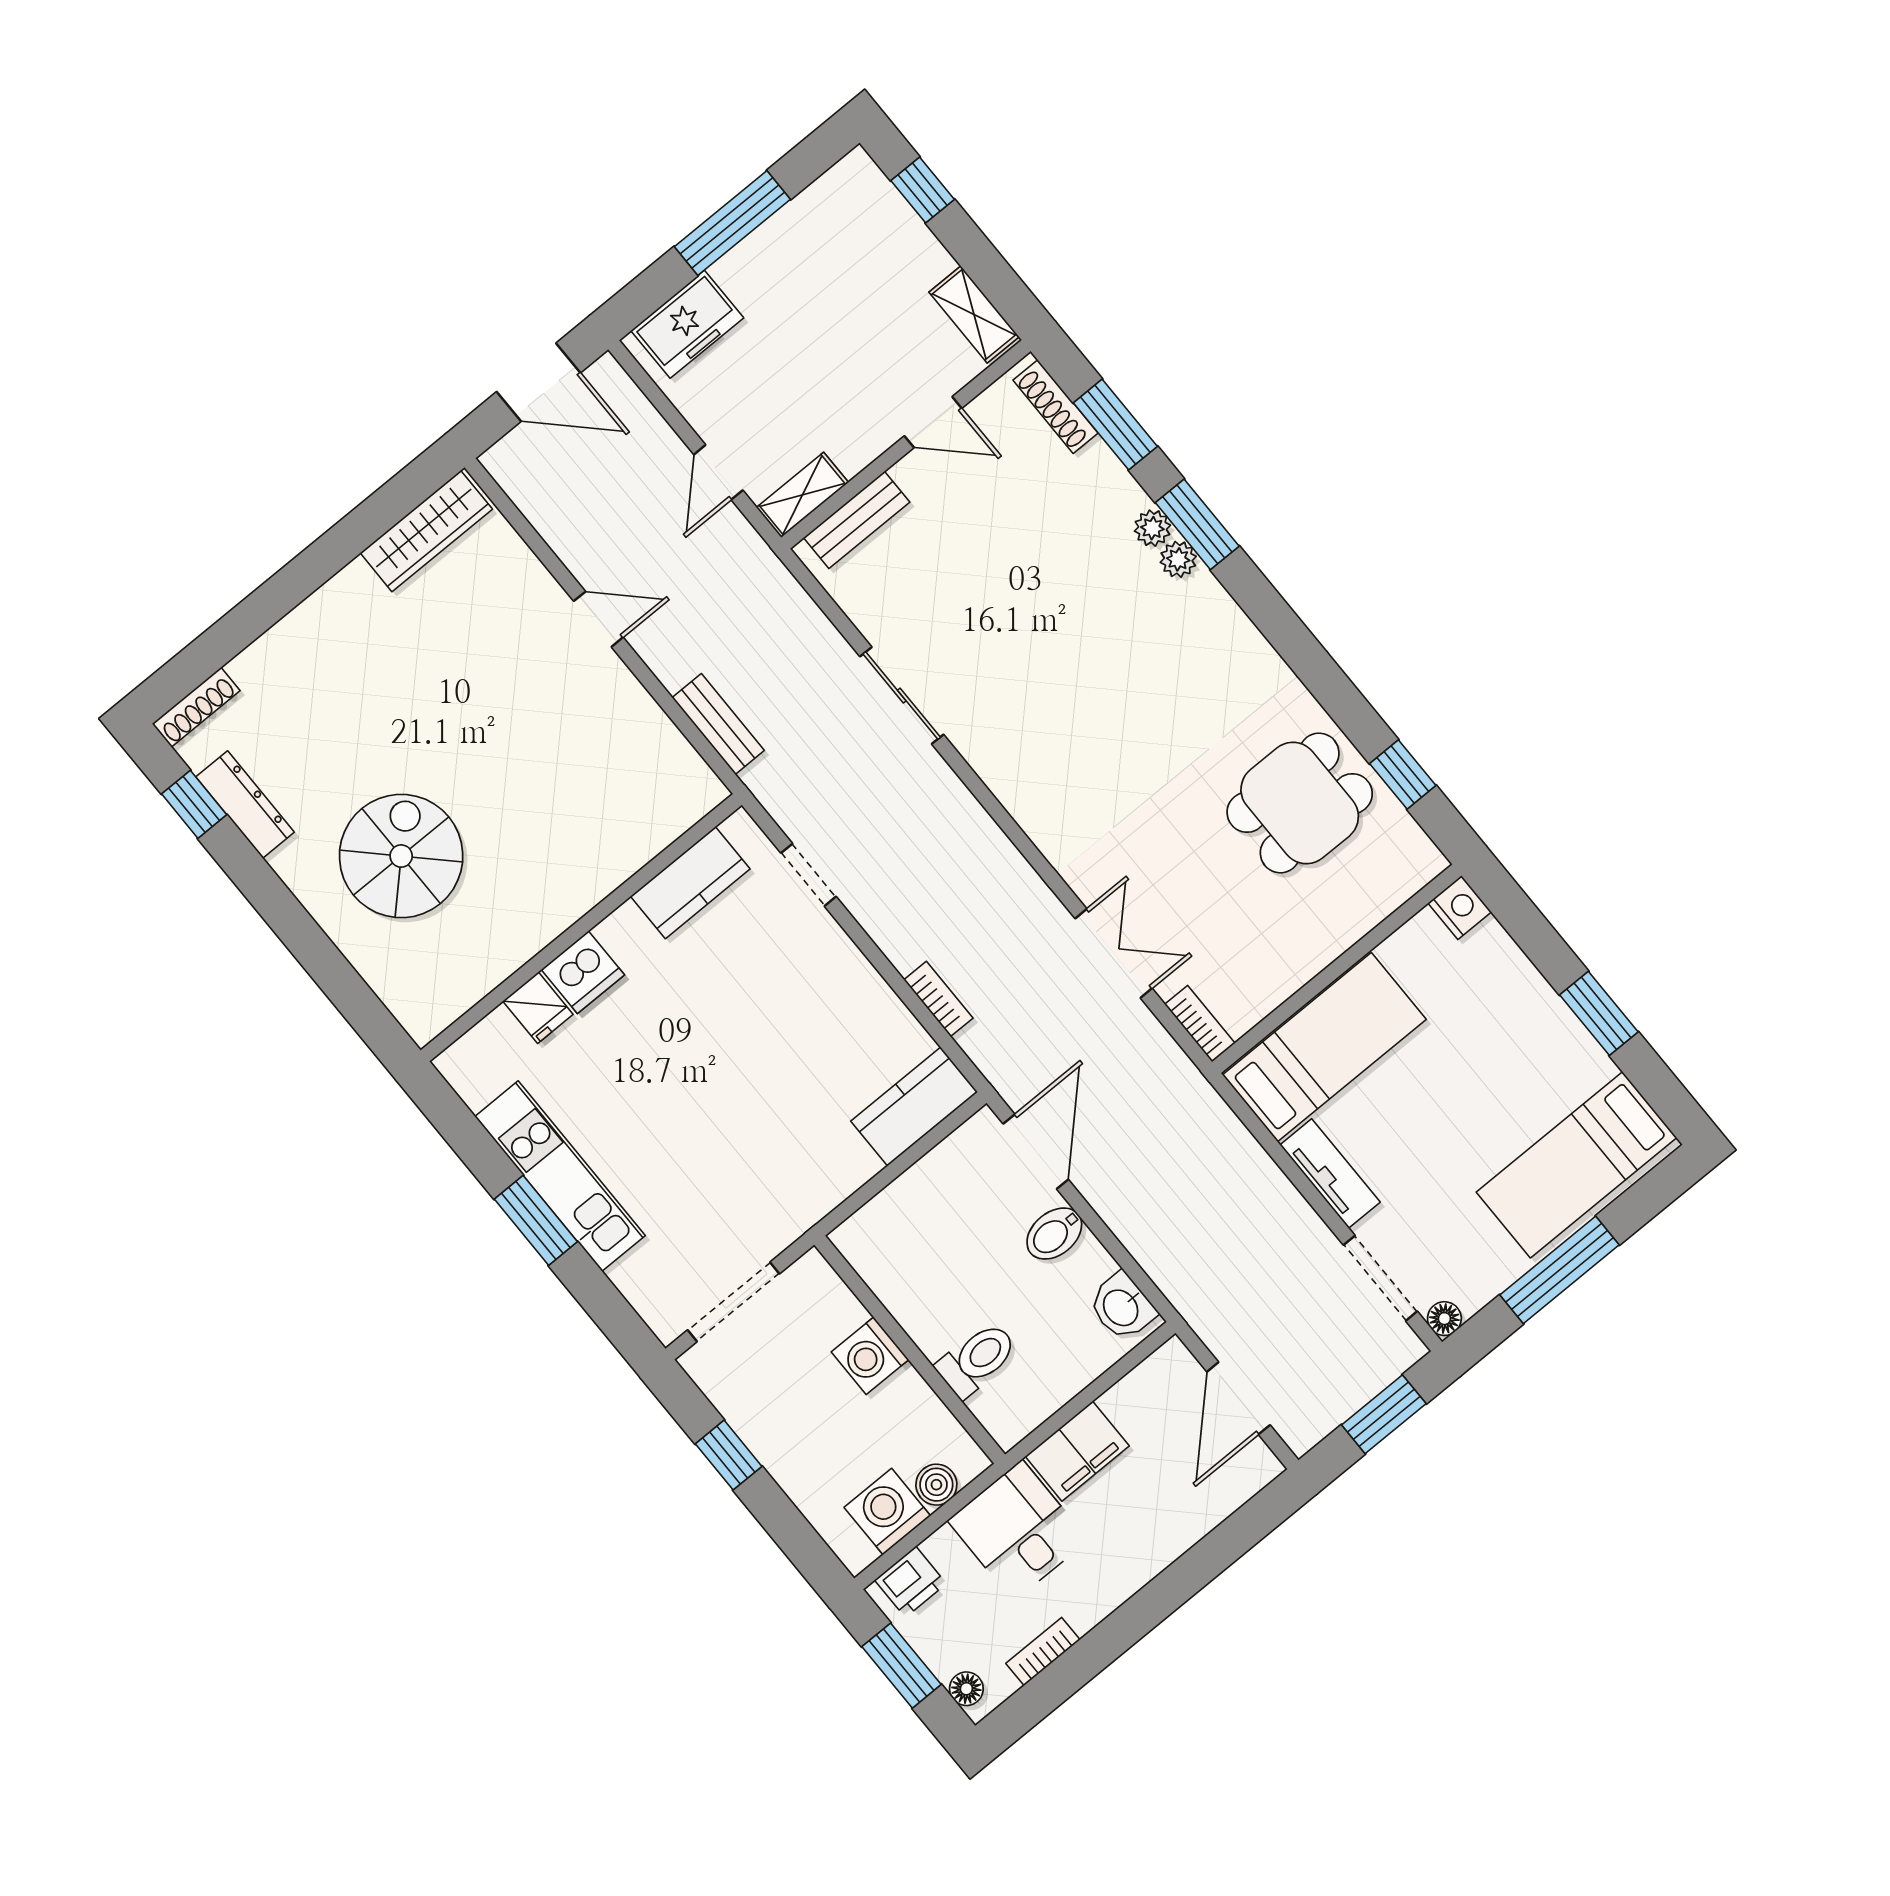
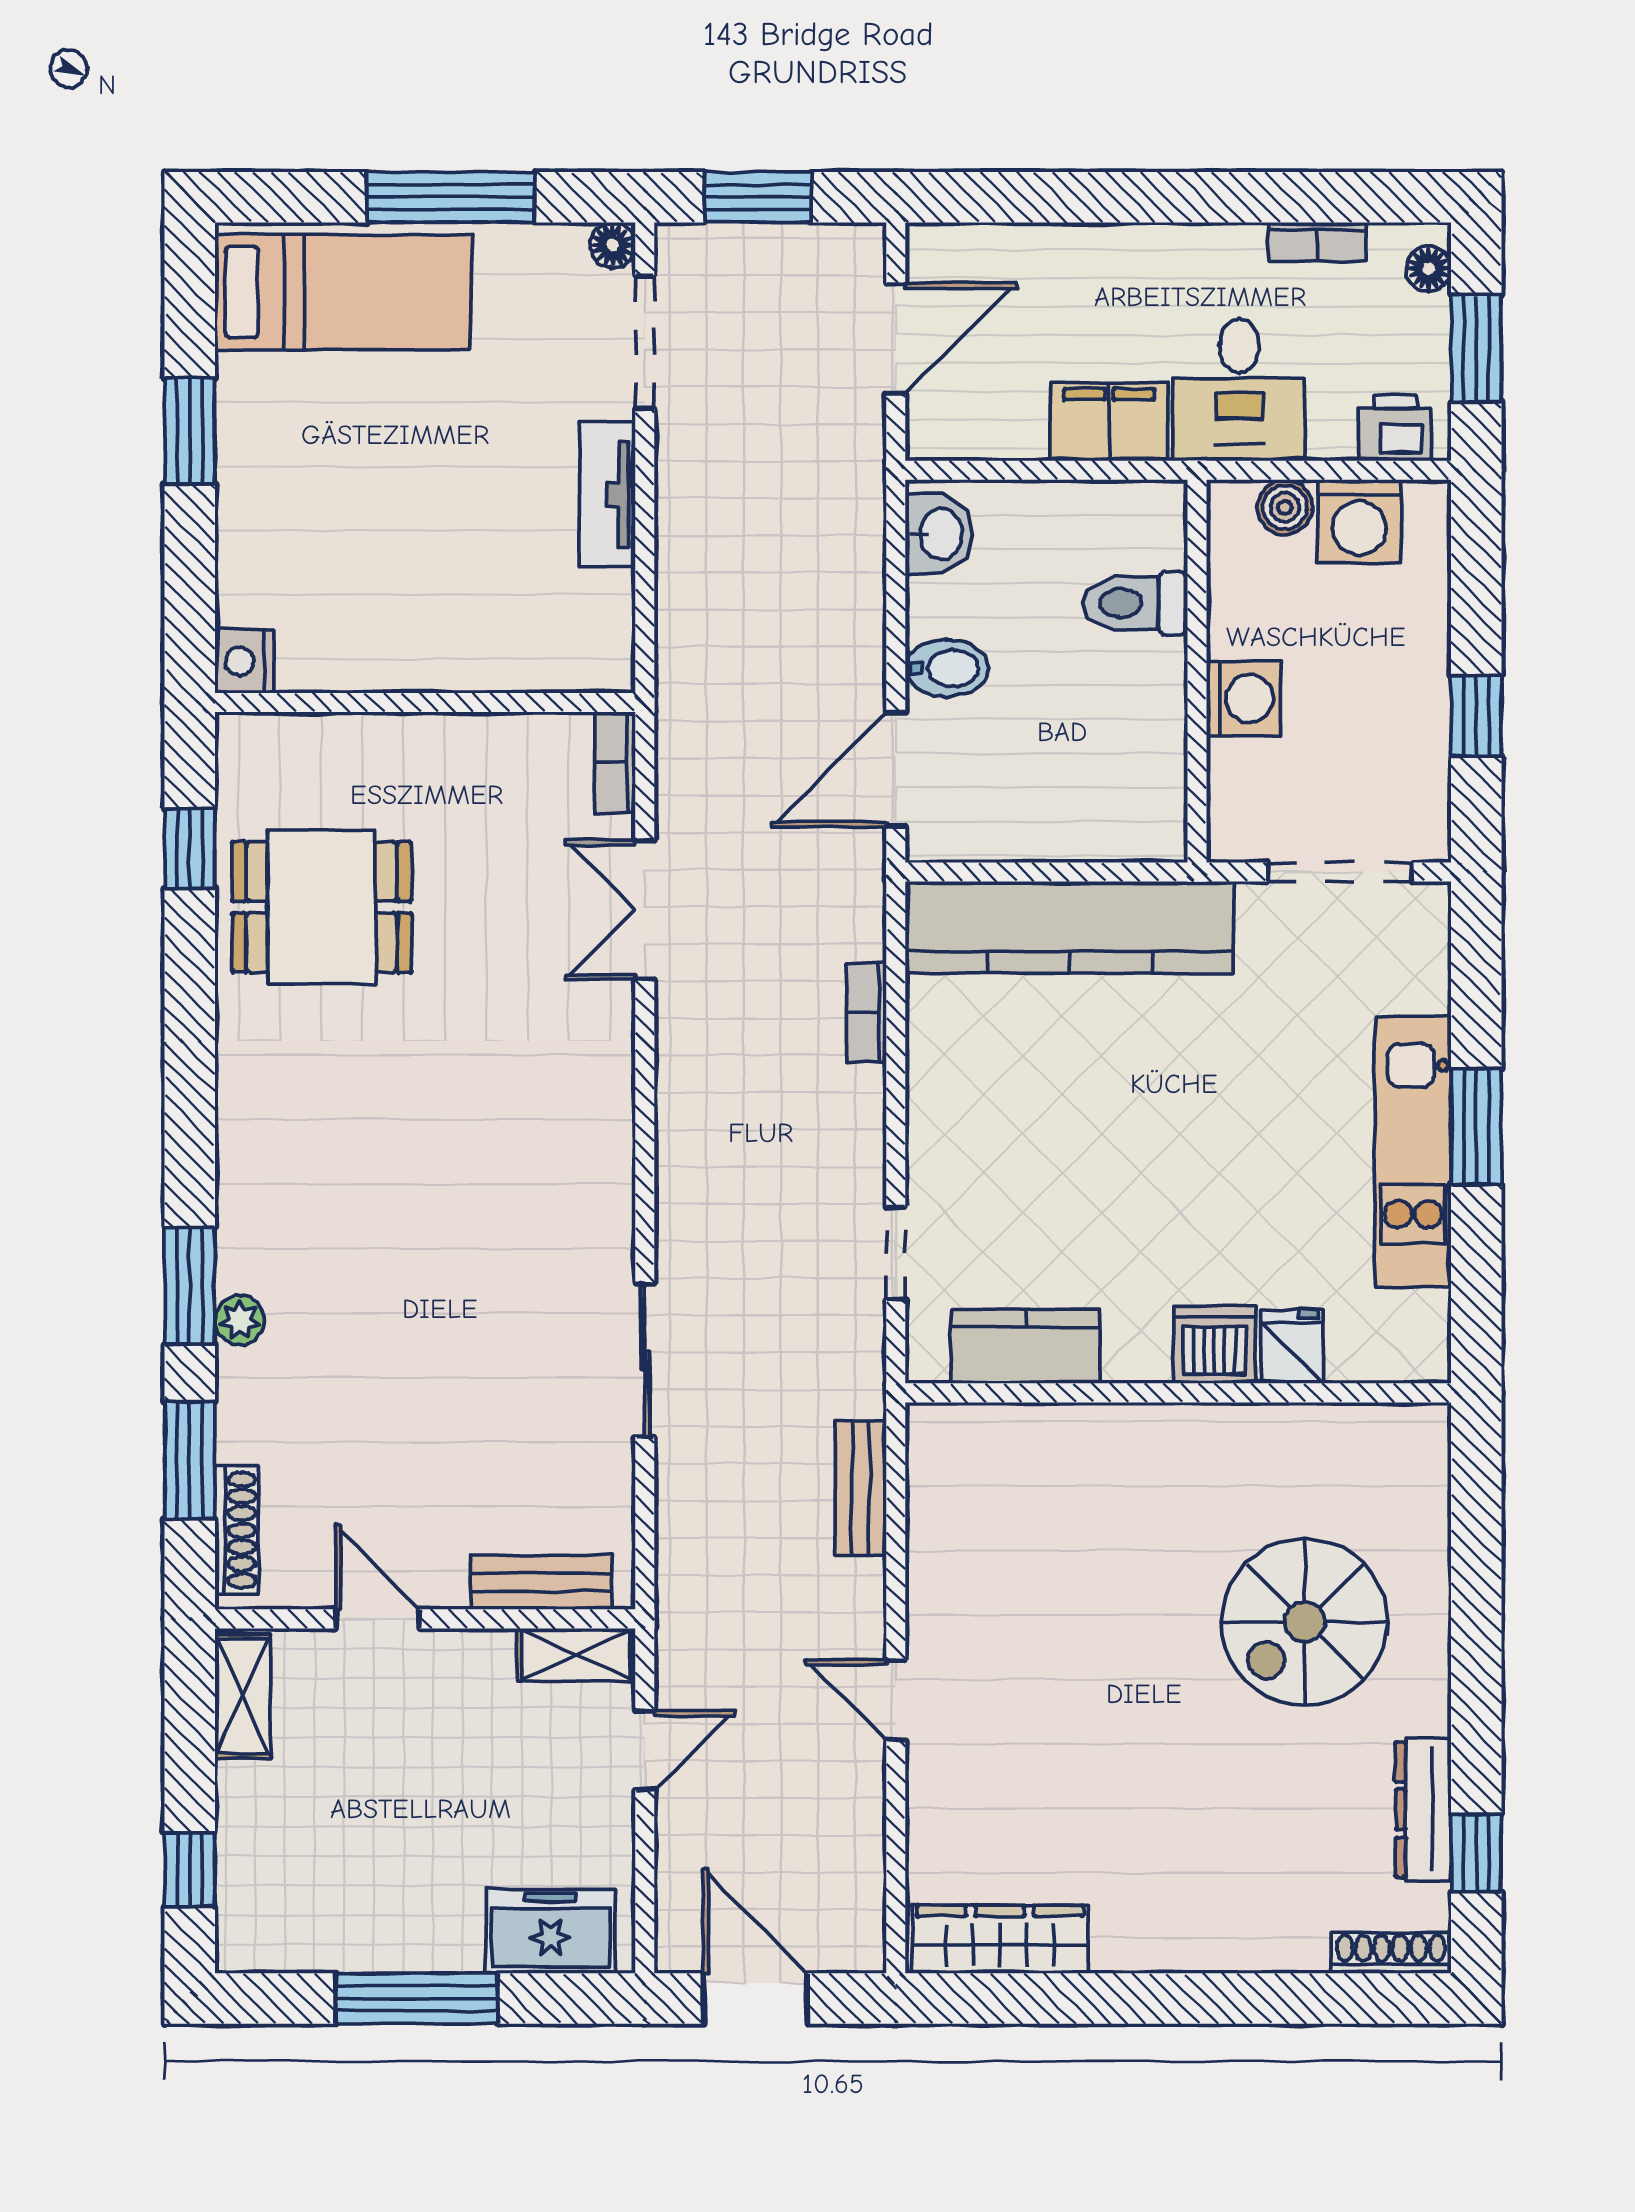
plant: (1178, 559) -> (240, 1265), removed
bed: (1324, 1047) -> (505, 631), removed
kitchen counter: (914, 1107) -> (1069, 927), width x2.08, depth x1.17

